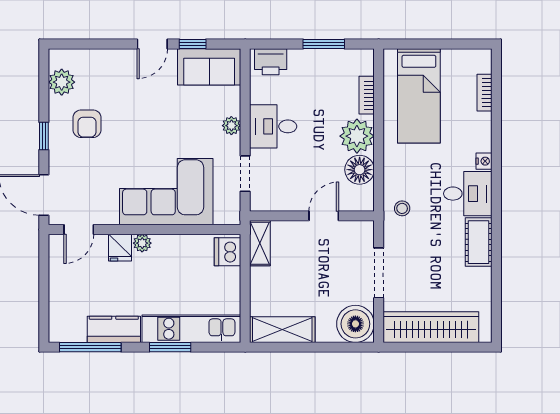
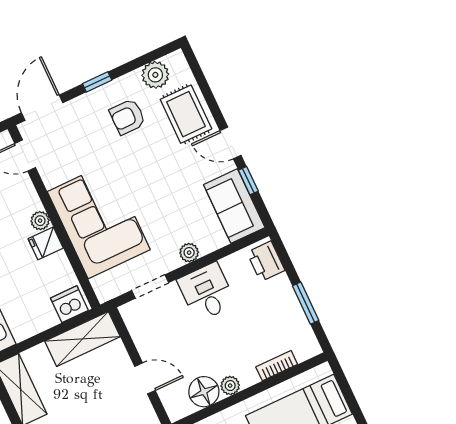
rug: (109, 71) -> (186, 114), added
plant: (357, 136) -> (230, 386), width x0.53, depth x0.53
shelving: (260, 243) -> (82, 339), width x1.50, depth x1.33
fridge: (120, 248) -> (46, 243), moved

